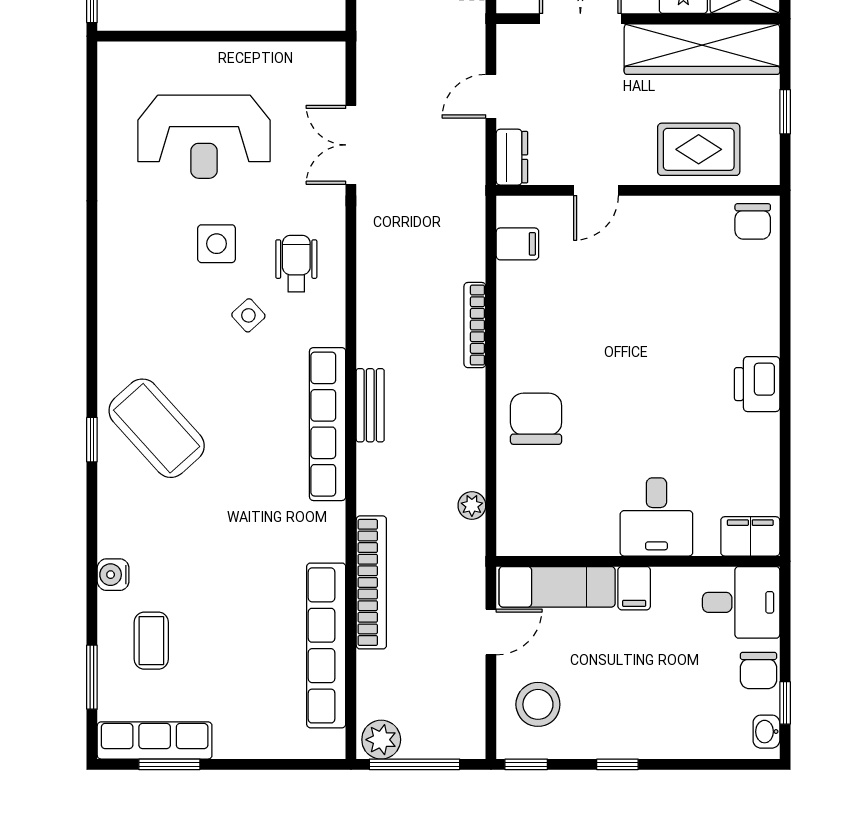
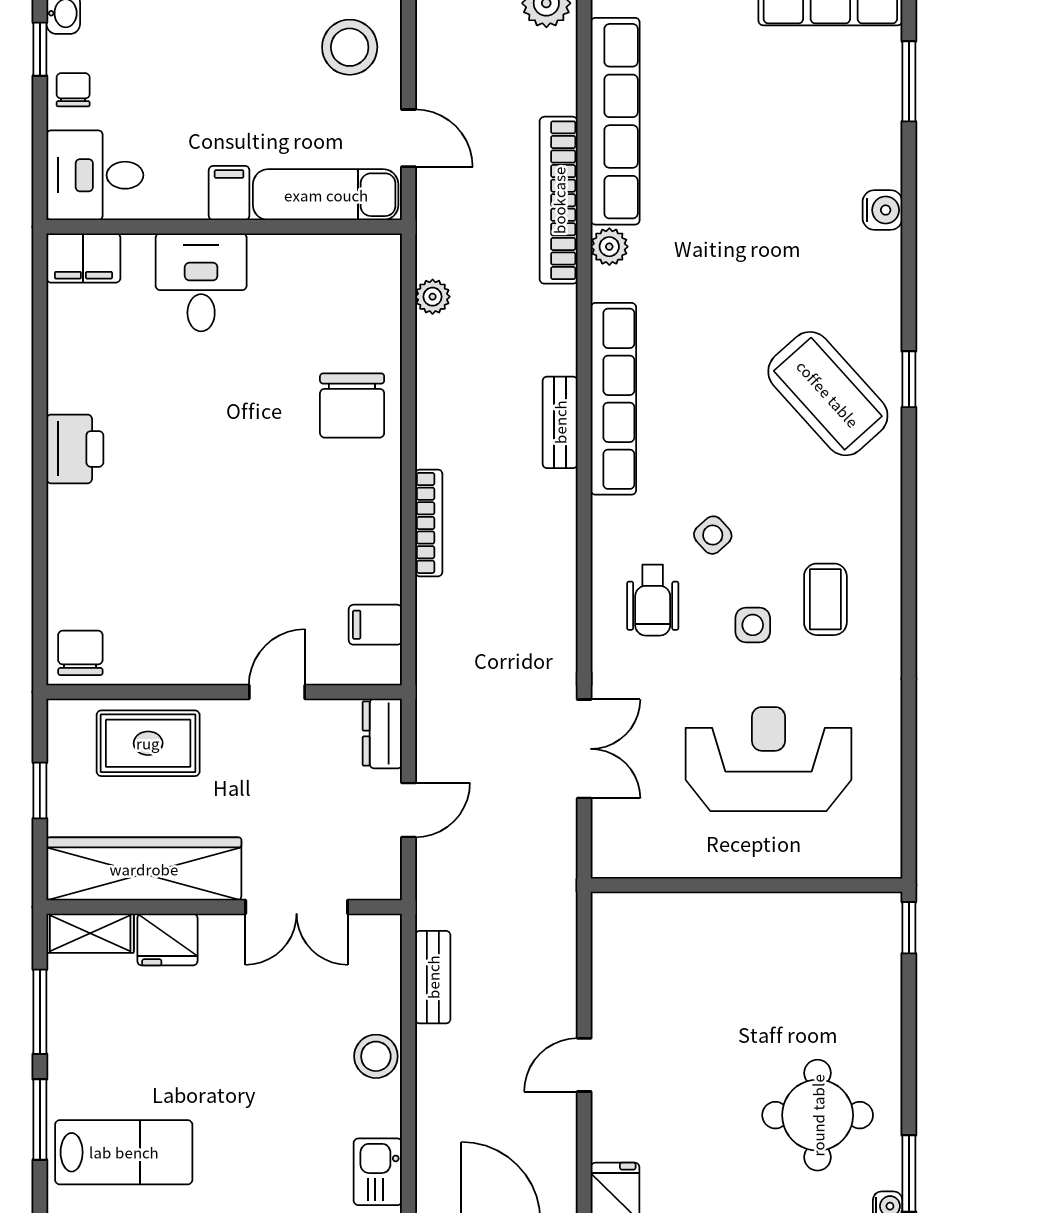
side table: (217, 244) -> (753, 625), width x0.73, depth x0.73
plant: (331, 545) -> (609, 247), added
door: (491, 632) -> (409, 138), swing flipped
coffee table: (151, 641) -> (825, 599), moved
chair: (759, 670) -> (73, 90), width x0.73, depth x0.73

